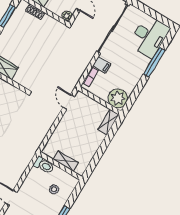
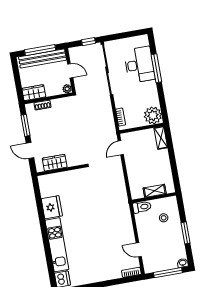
desk: (149, 36) -> (139, 65), moved
filing cabinet: (102, 65) -> (121, 102), removed
door: (69, 102) -> (121, 148), hinge flipped

